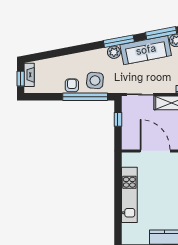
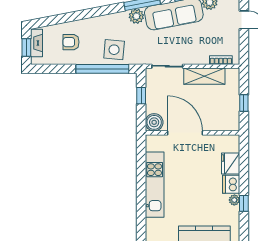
armchair: (72, 85) -> (71, 42), moved, turned -90
boiler: (129, 142) -> (154, 122), added

